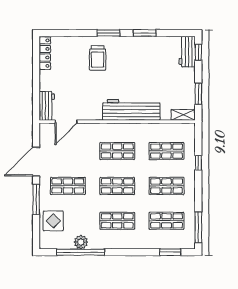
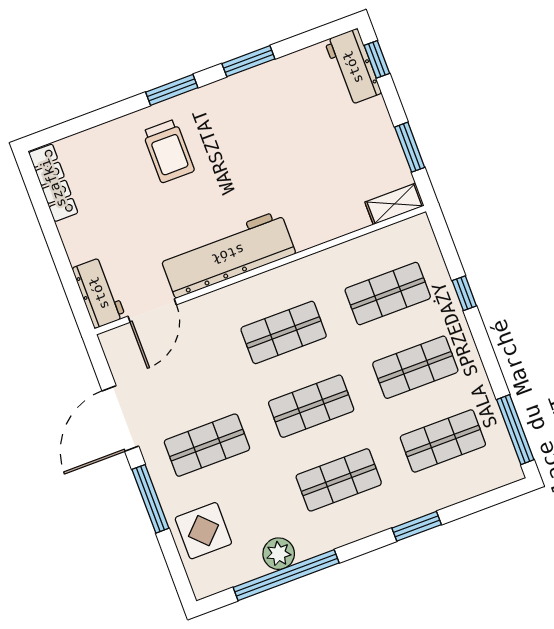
workbench: (131, 110) -> (228, 254), moved
window: (170, 252) -> (417, 526), moved

